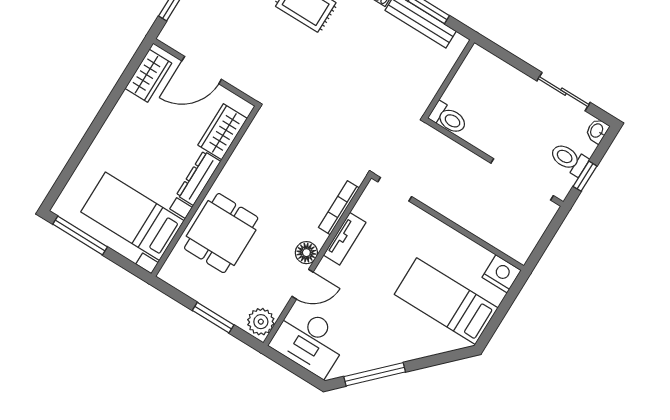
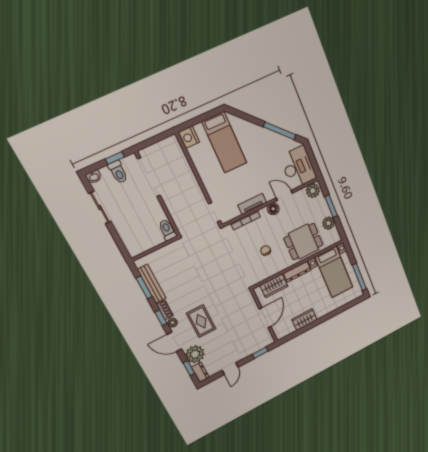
door: (202, 70) -> (265, 318), hinge flipped
wardrobe: (148, 76) -> (304, 320), moved
chair: (275, 180) -> (266, 250), added
plant: (199, 289) -> (328, 223), added

